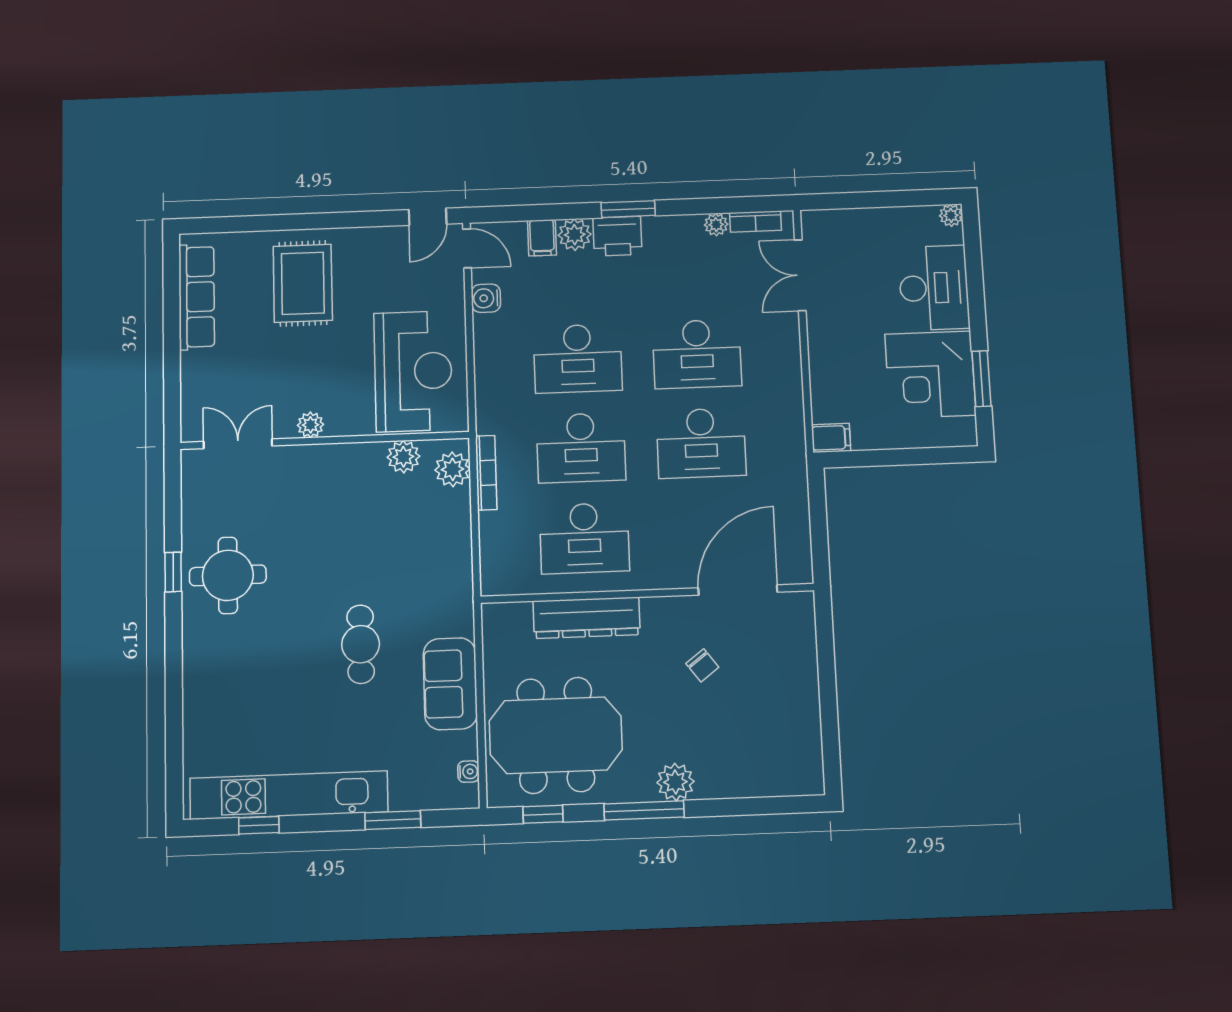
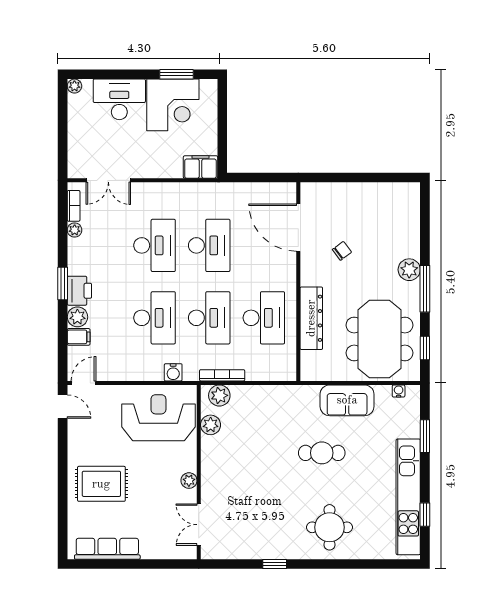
water cooler: (486, 298) -> (173, 372), moved
filing cabinet: (831, 438) -> (200, 167), width x2.00
round table: (228, 575) -> (330, 527), moved

